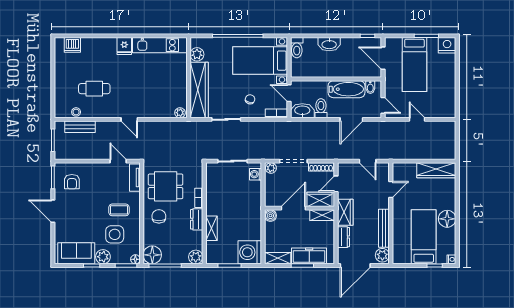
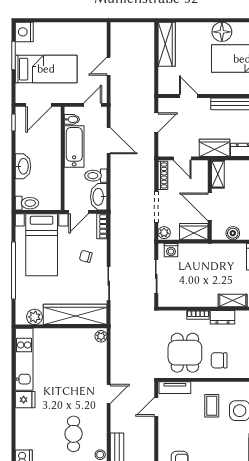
wardrobe: (319, 199) -> (194, 232), moved, turned 90
boiler: (270, 216) -> (233, 233), moved

